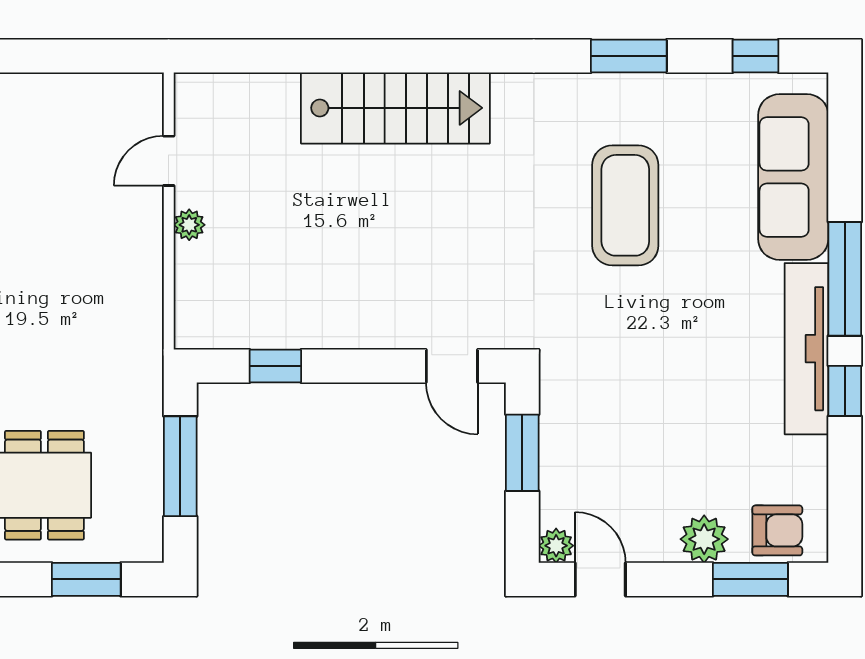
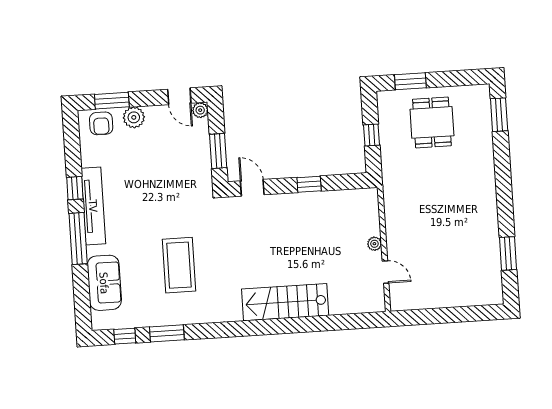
window: (629, 56) -> (167, 333), moved
door: (169, 161) -> (386, 272), hinge flipped
sofa: (793, 177) -> (104, 283), width x0.73
window: (275, 366) -> (309, 184), moved
window: (180, 466) -> (371, 135), width x0.46
armchair: (777, 530) -> (101, 123), turned -90

